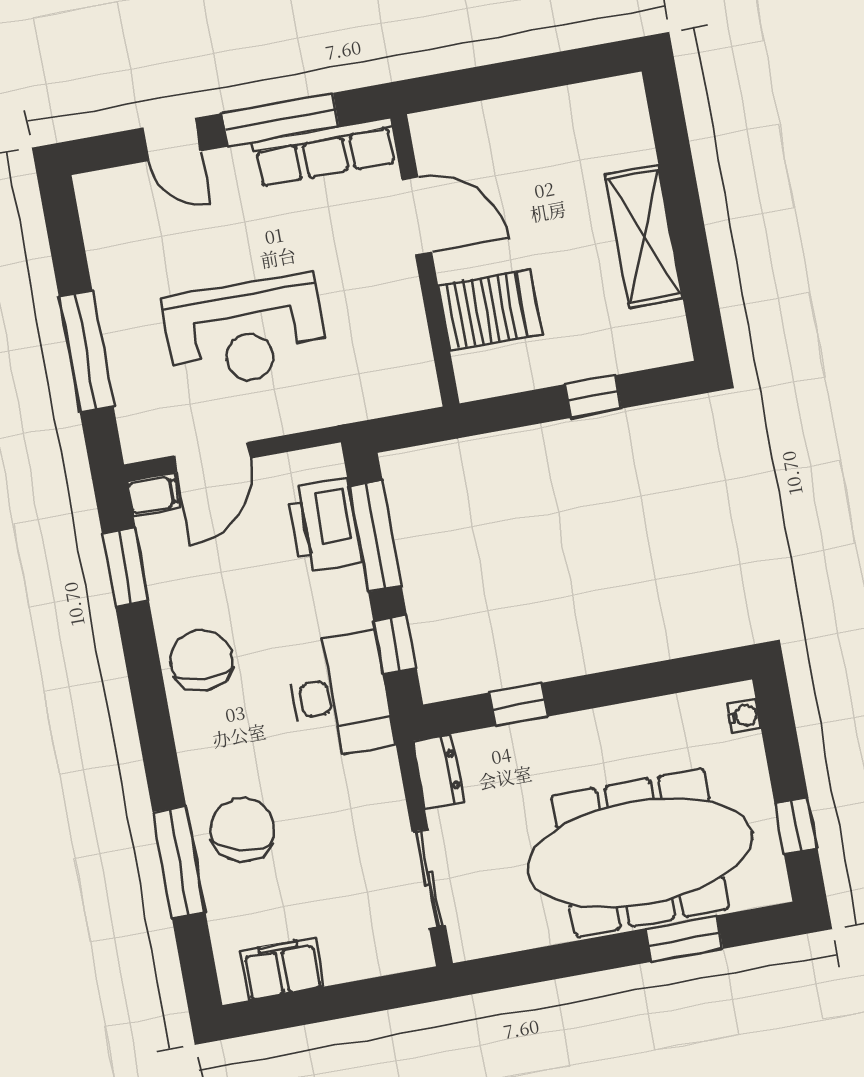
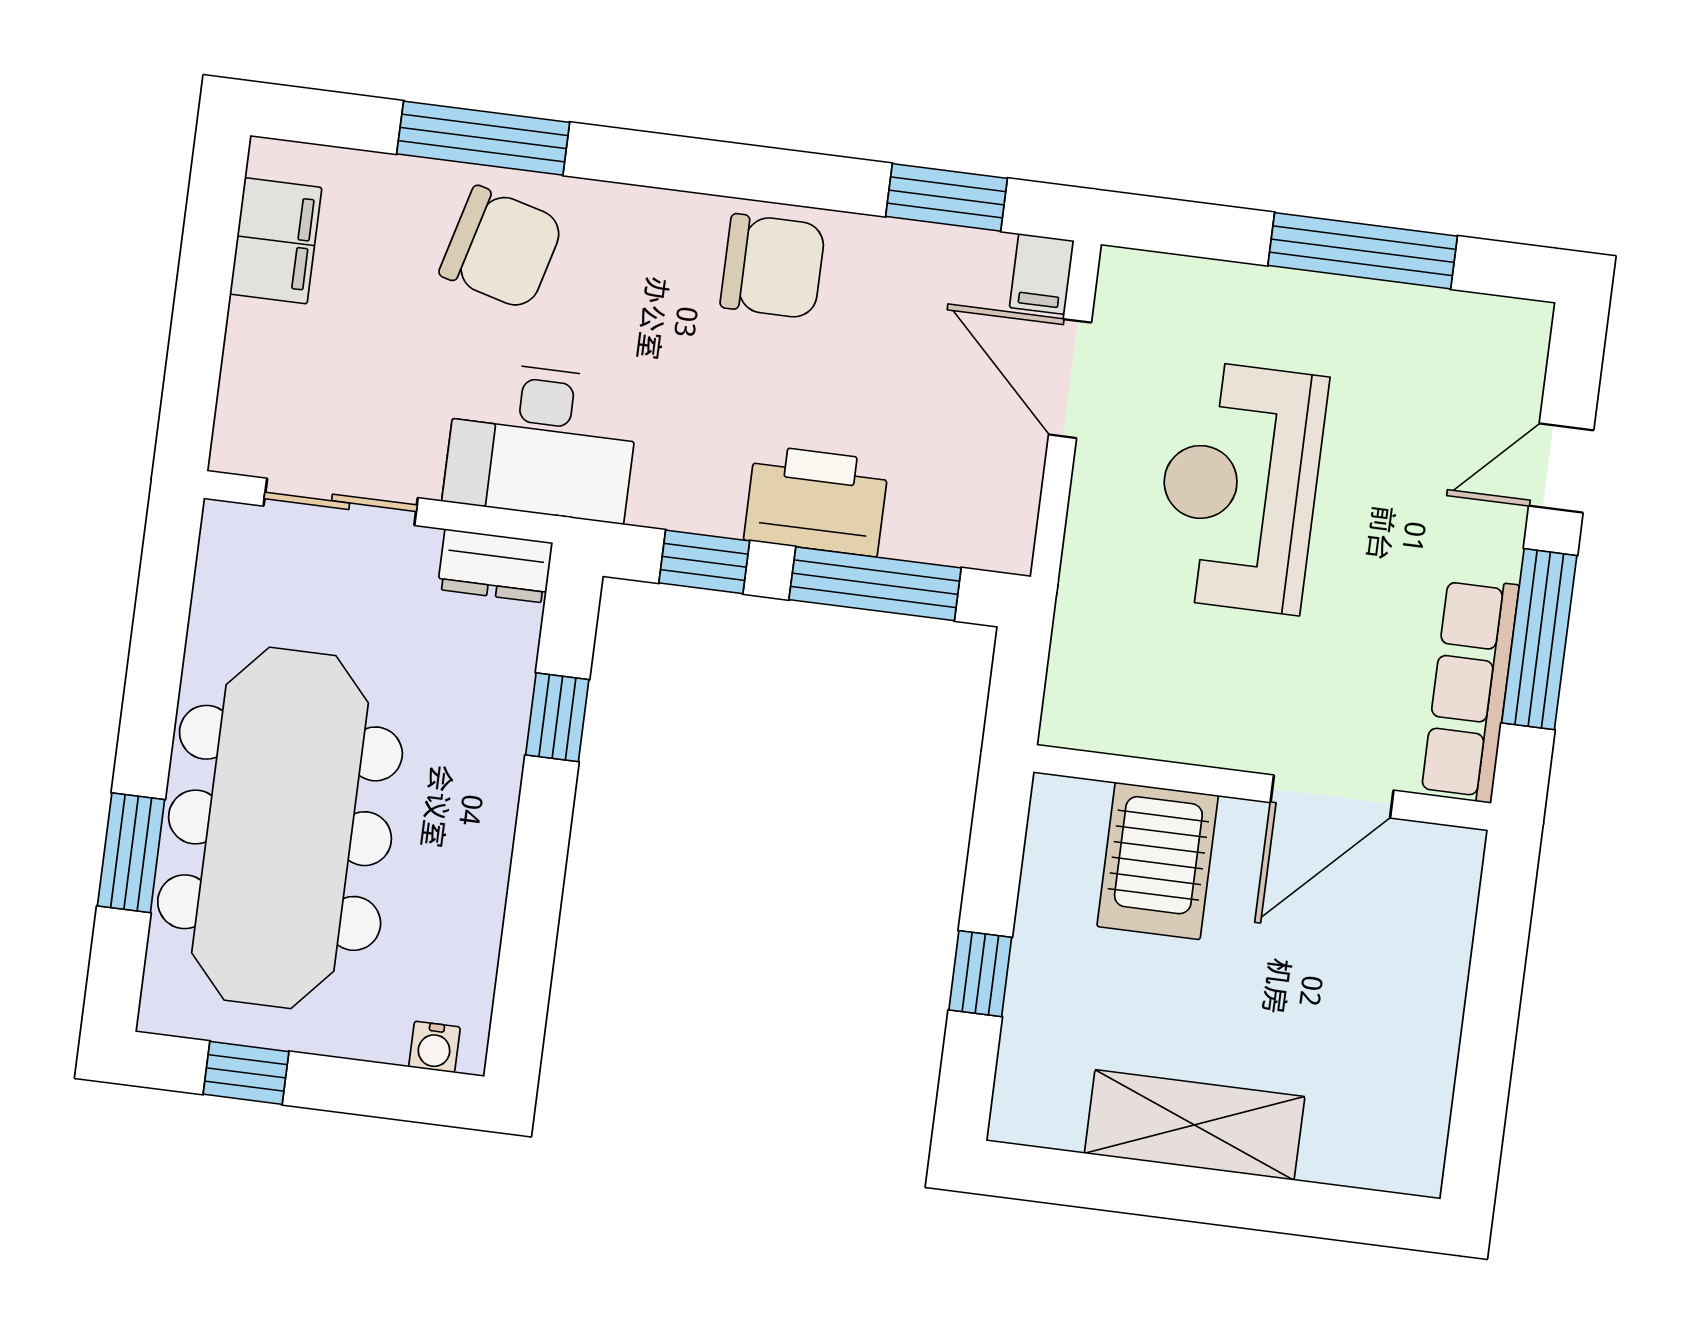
window: (86, 352) -> (1363, 251), moved
printer: (324, 525) -> (816, 501), moved
desk: (340, 695) -> (542, 442), moved

